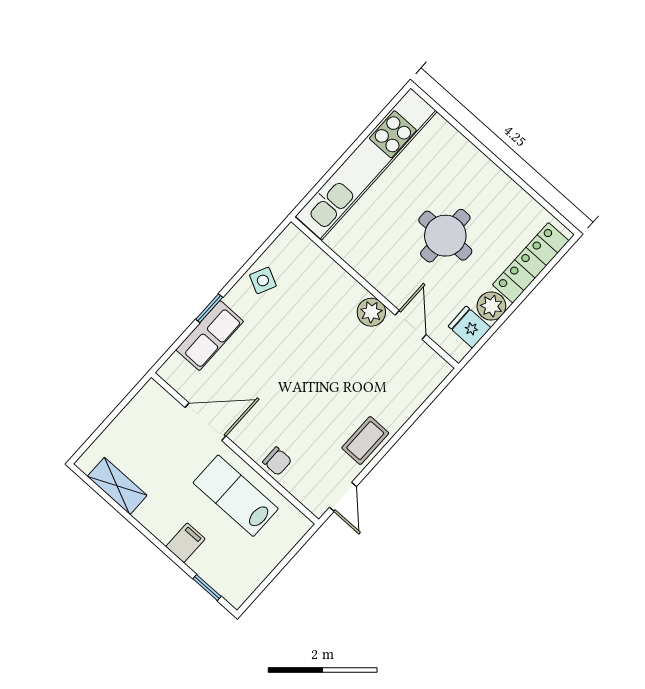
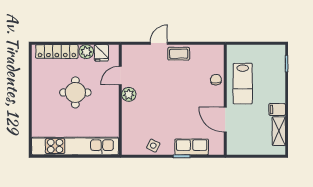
door: (343, 497) -> (159, 43), moved
filing cabinet: (185, 543) -> (277, 110), moved

